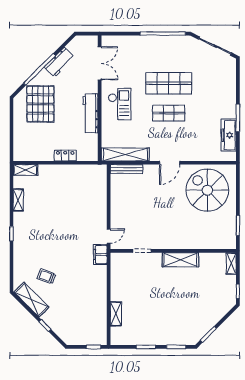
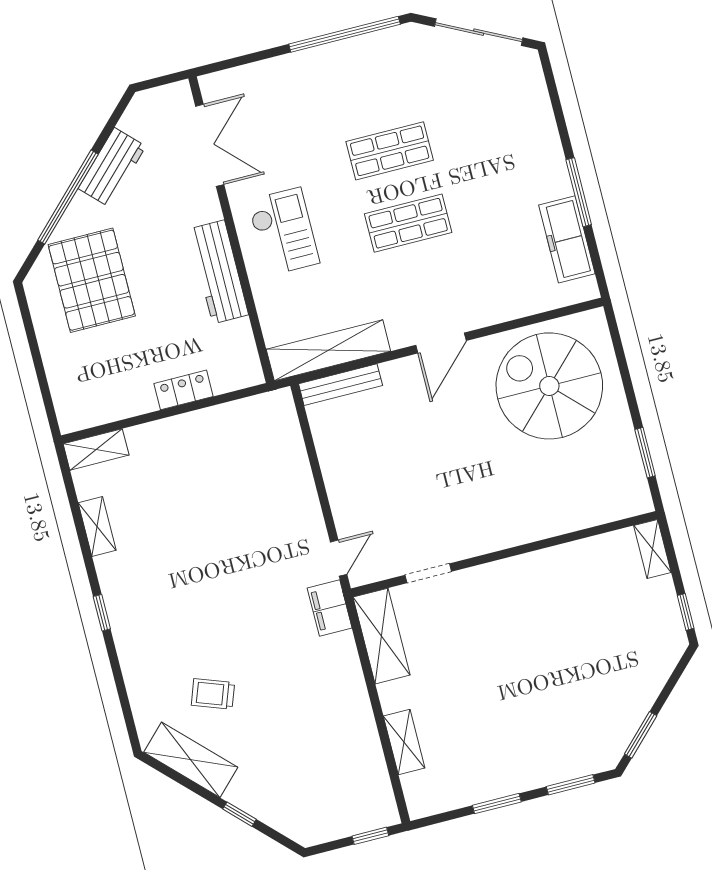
shop shelf: (169, 83) -> (390, 151), width x0.70, depth x0.74
shelving: (180, 260) -> (381, 636), moved, turned 90

